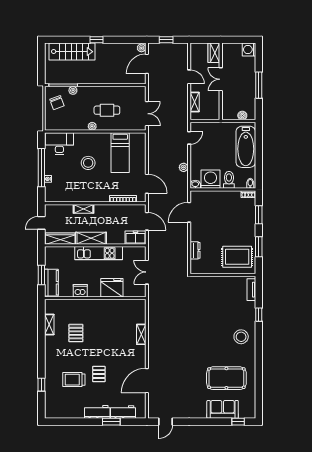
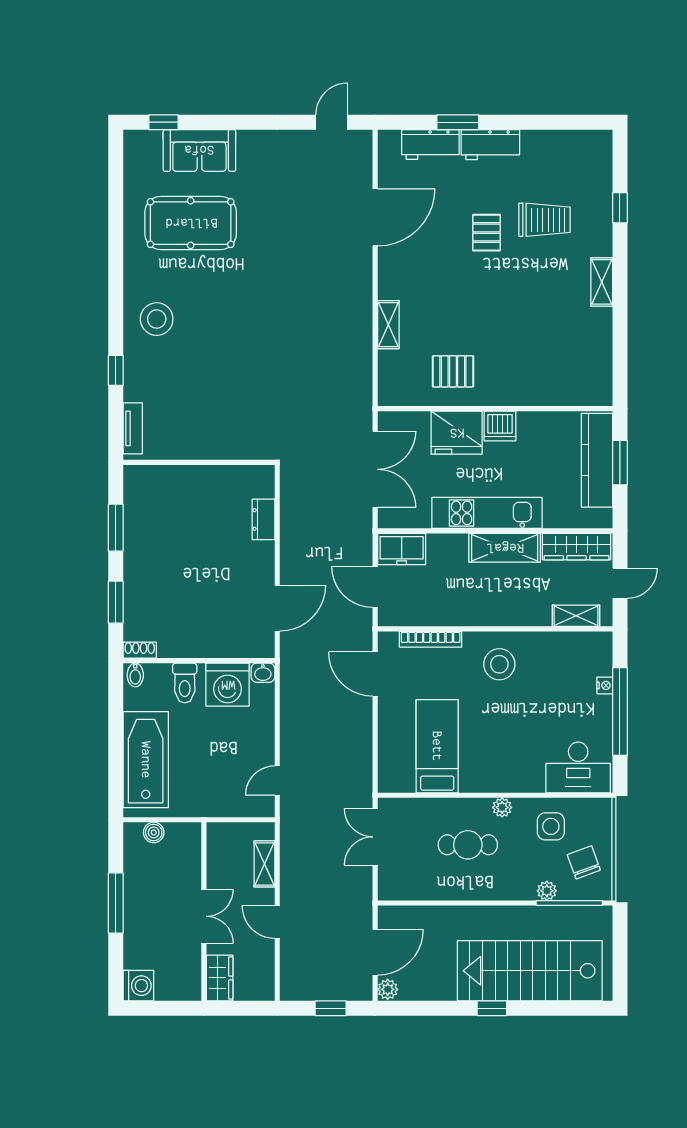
stairs: (72, 52) -> (530, 971), width x1.36, depth x1.51
side table: (71, 118) -> (551, 826), added
stool: (88, 163) -> (499, 664), moved
plant: (184, 167) -> (290, 712), removed
shelving: (84, 209) -> (576, 616), moved
rug: (237, 257) -> (166, 505), removed
double door: (147, 272) -> (375, 469), width x1.37
kitchen counter: (51, 283) -> (597, 460), width x1.50
dishwasher: (80, 291) -> (500, 426), moved
shelving: (49, 325) -> (602, 282), moved
pallet: (76, 333) -> (453, 371), moved, turned 90

